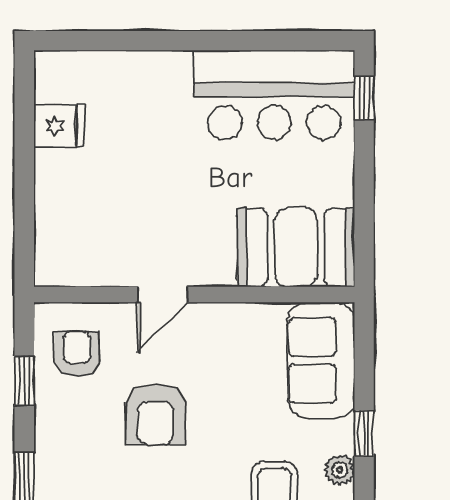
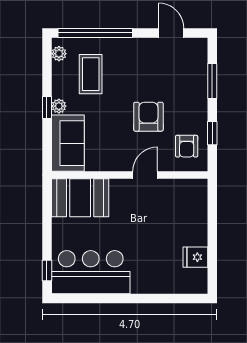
plant: (340, 470) -> (59, 106), moved

